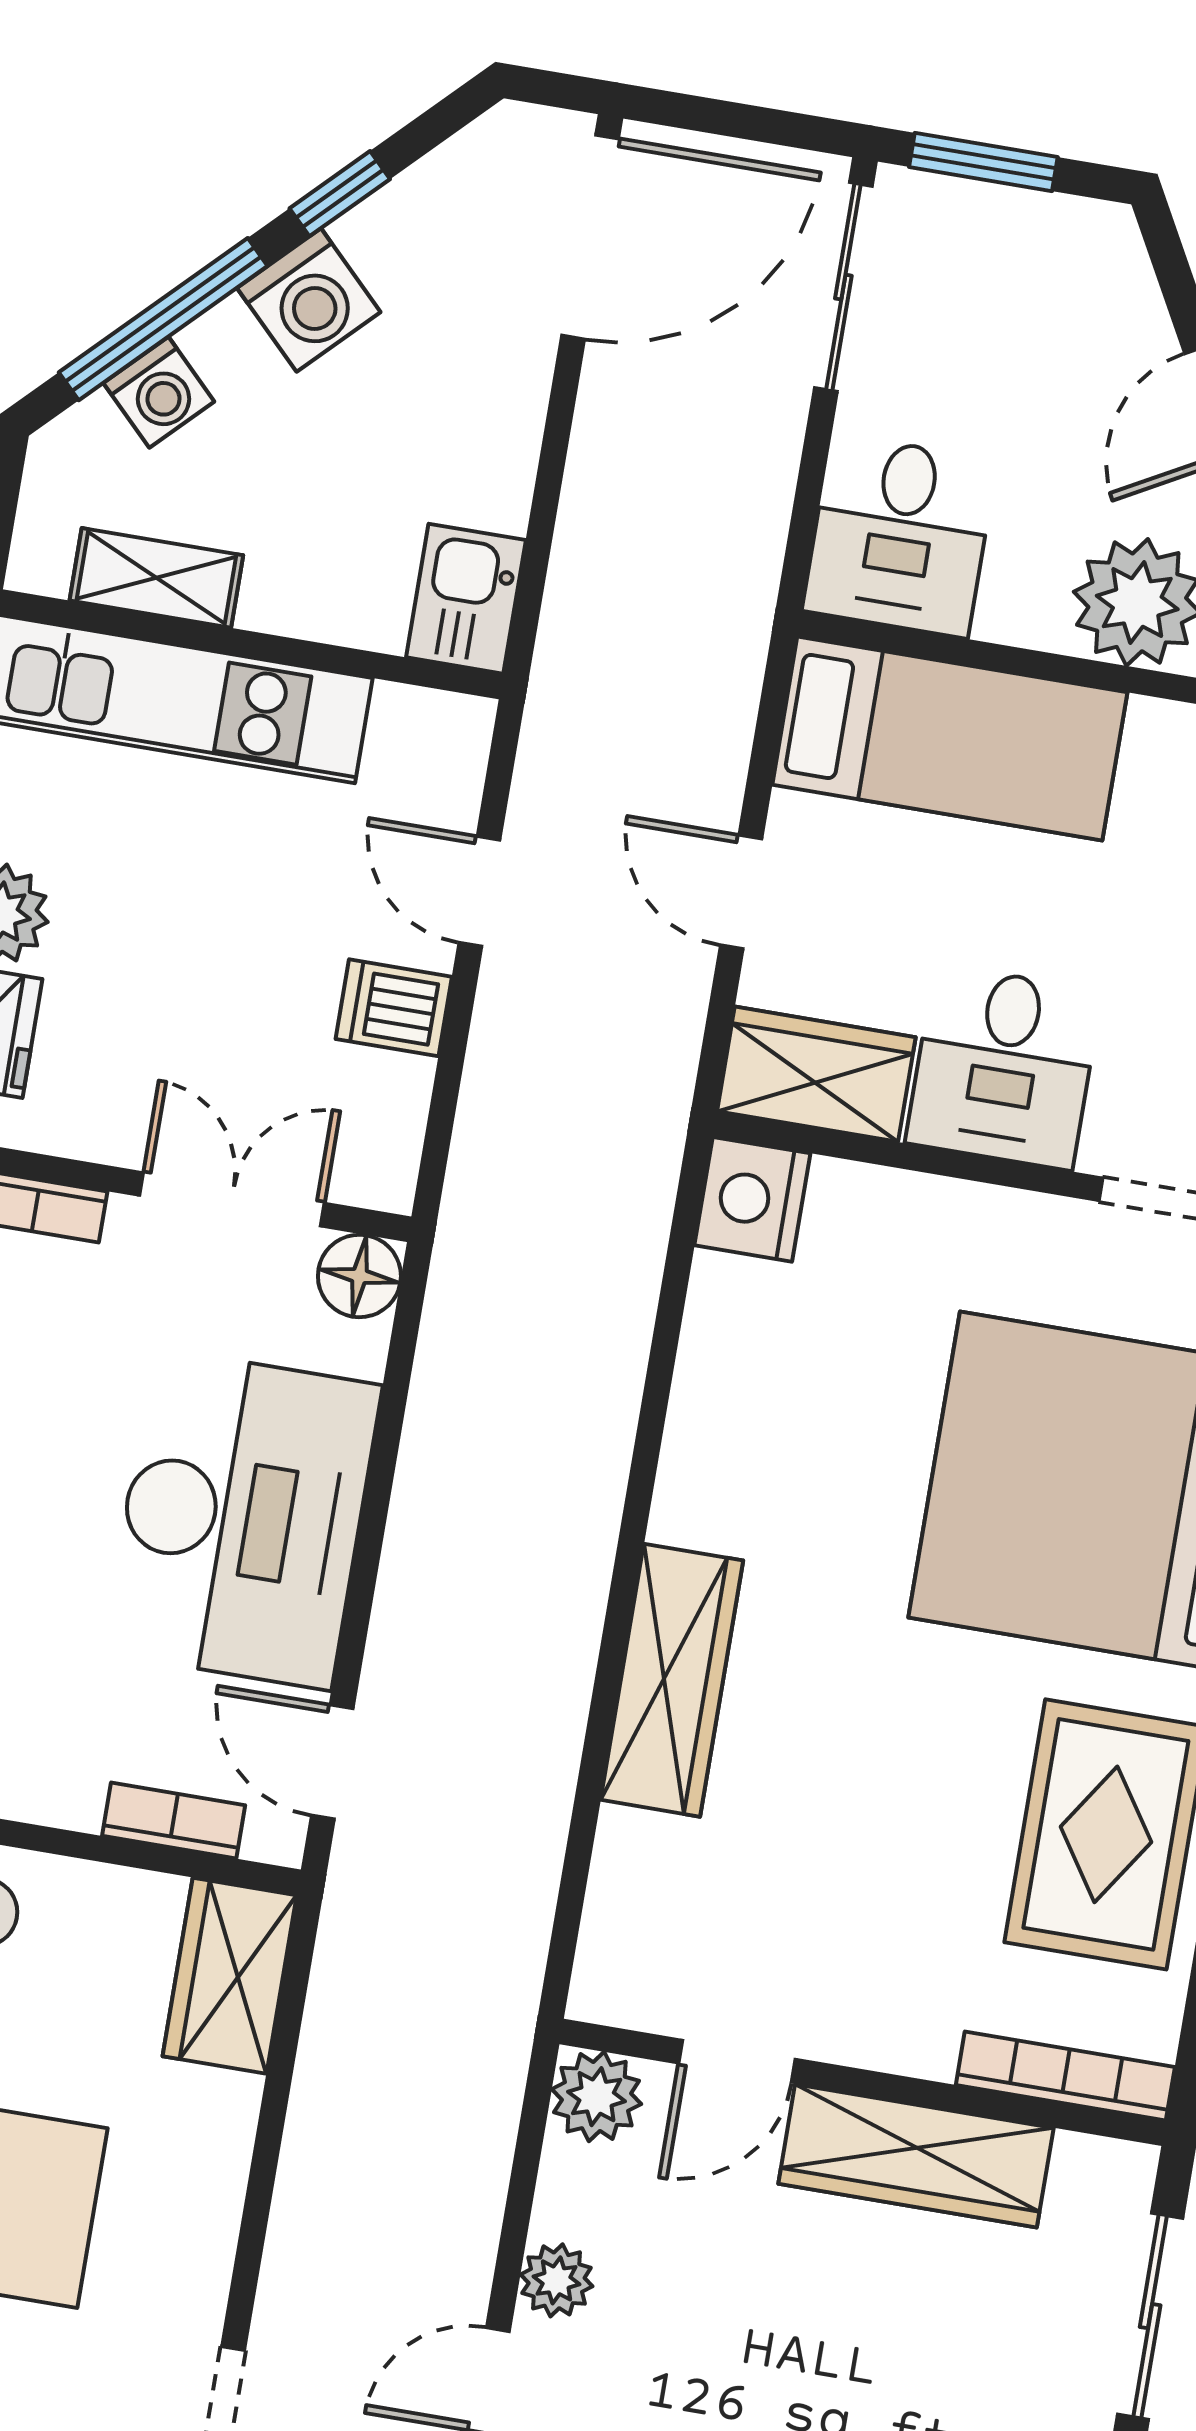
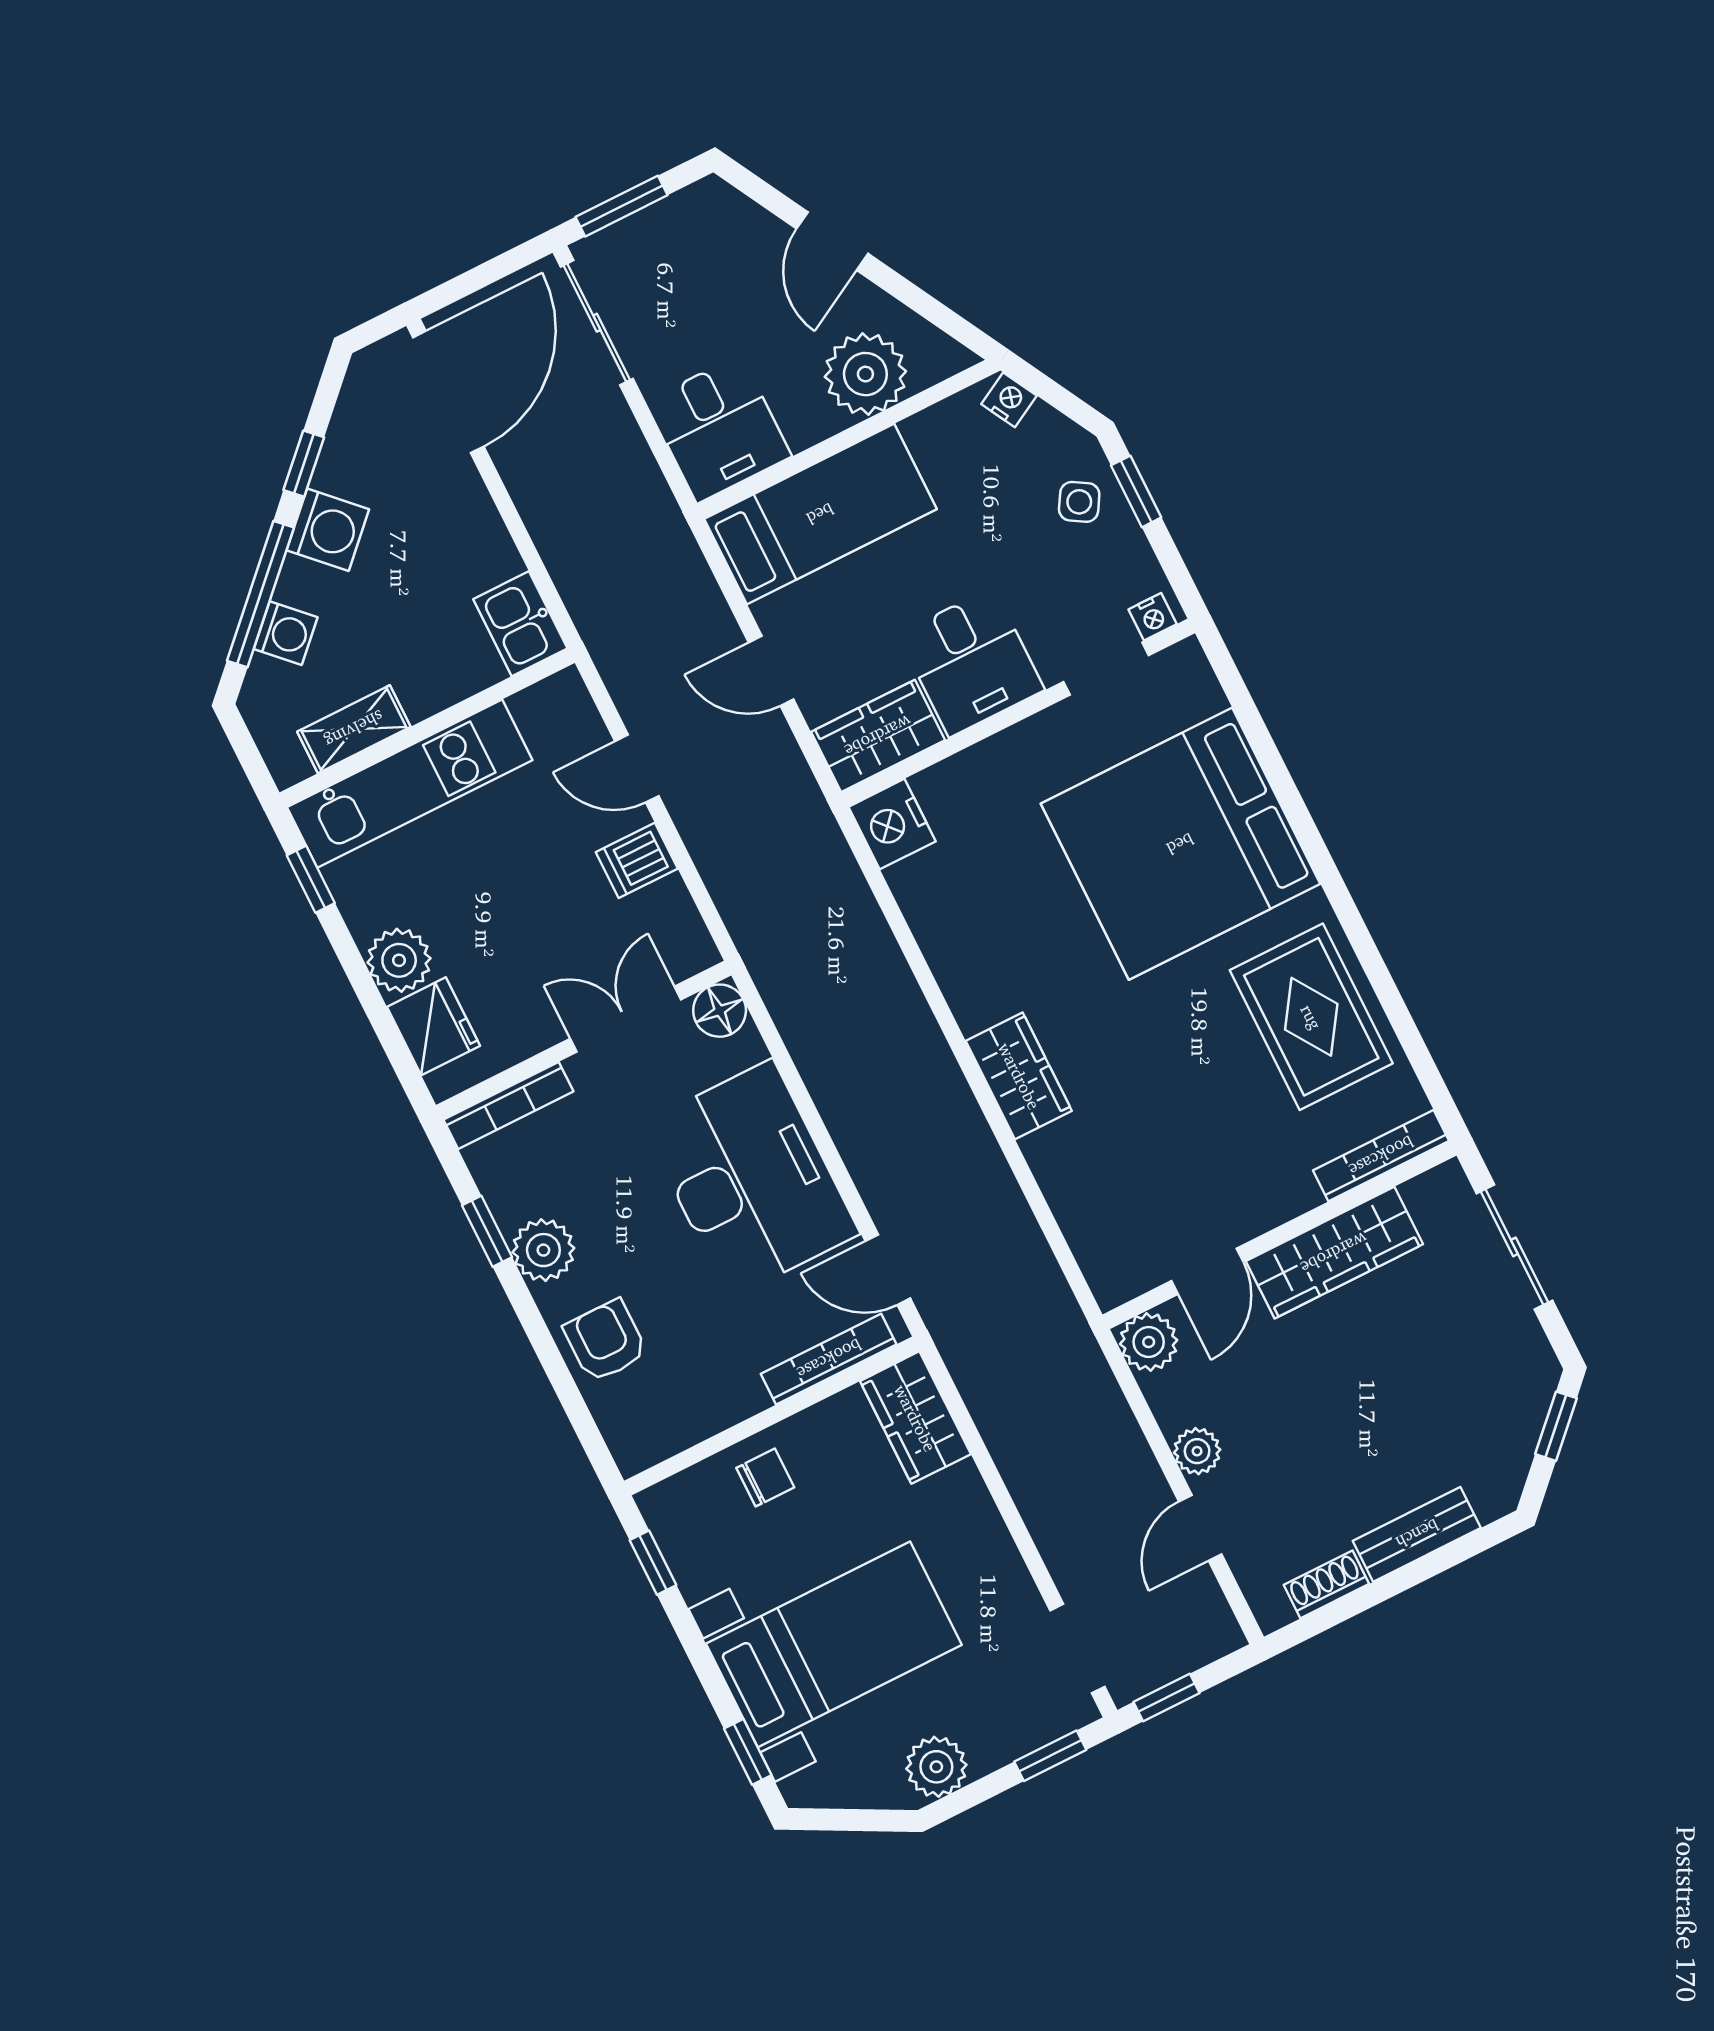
wardrobe: (672, 1680) -> (1019, 1076), width x0.67
bookcase: (174, 1821) -> (829, 1359), width x1.56

